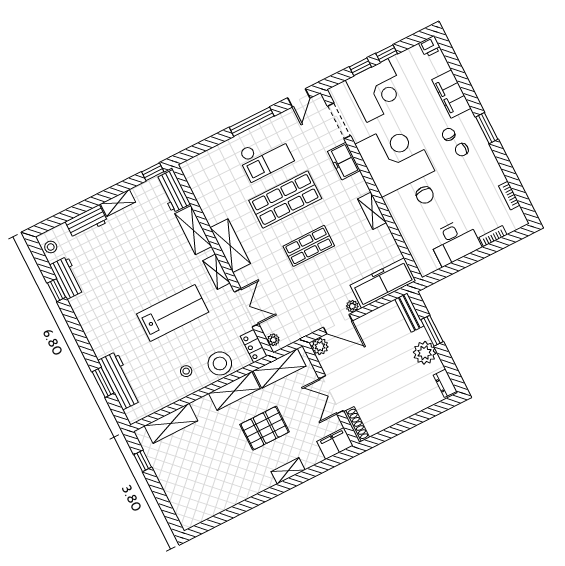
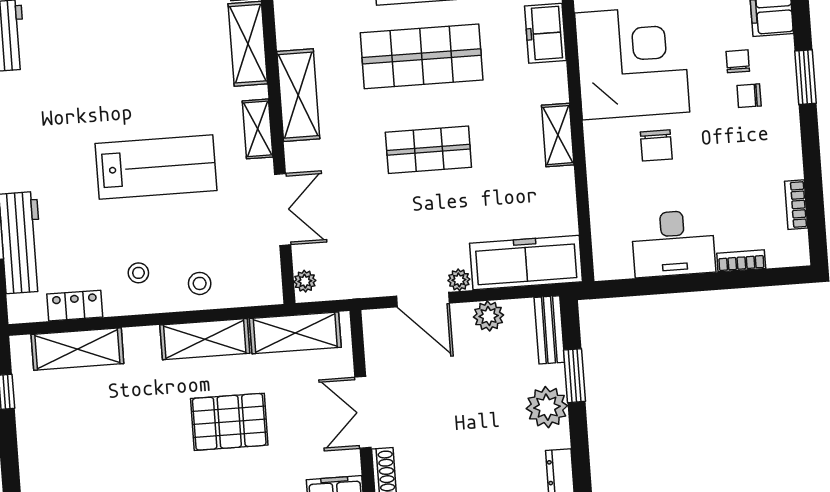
locker: (254, 346) -> (75, 306), moved, turned 90
plant: (320, 346) -> (489, 316), moved
stool: (220, 363) -> (200, 283), width x0.53, depth x0.53

